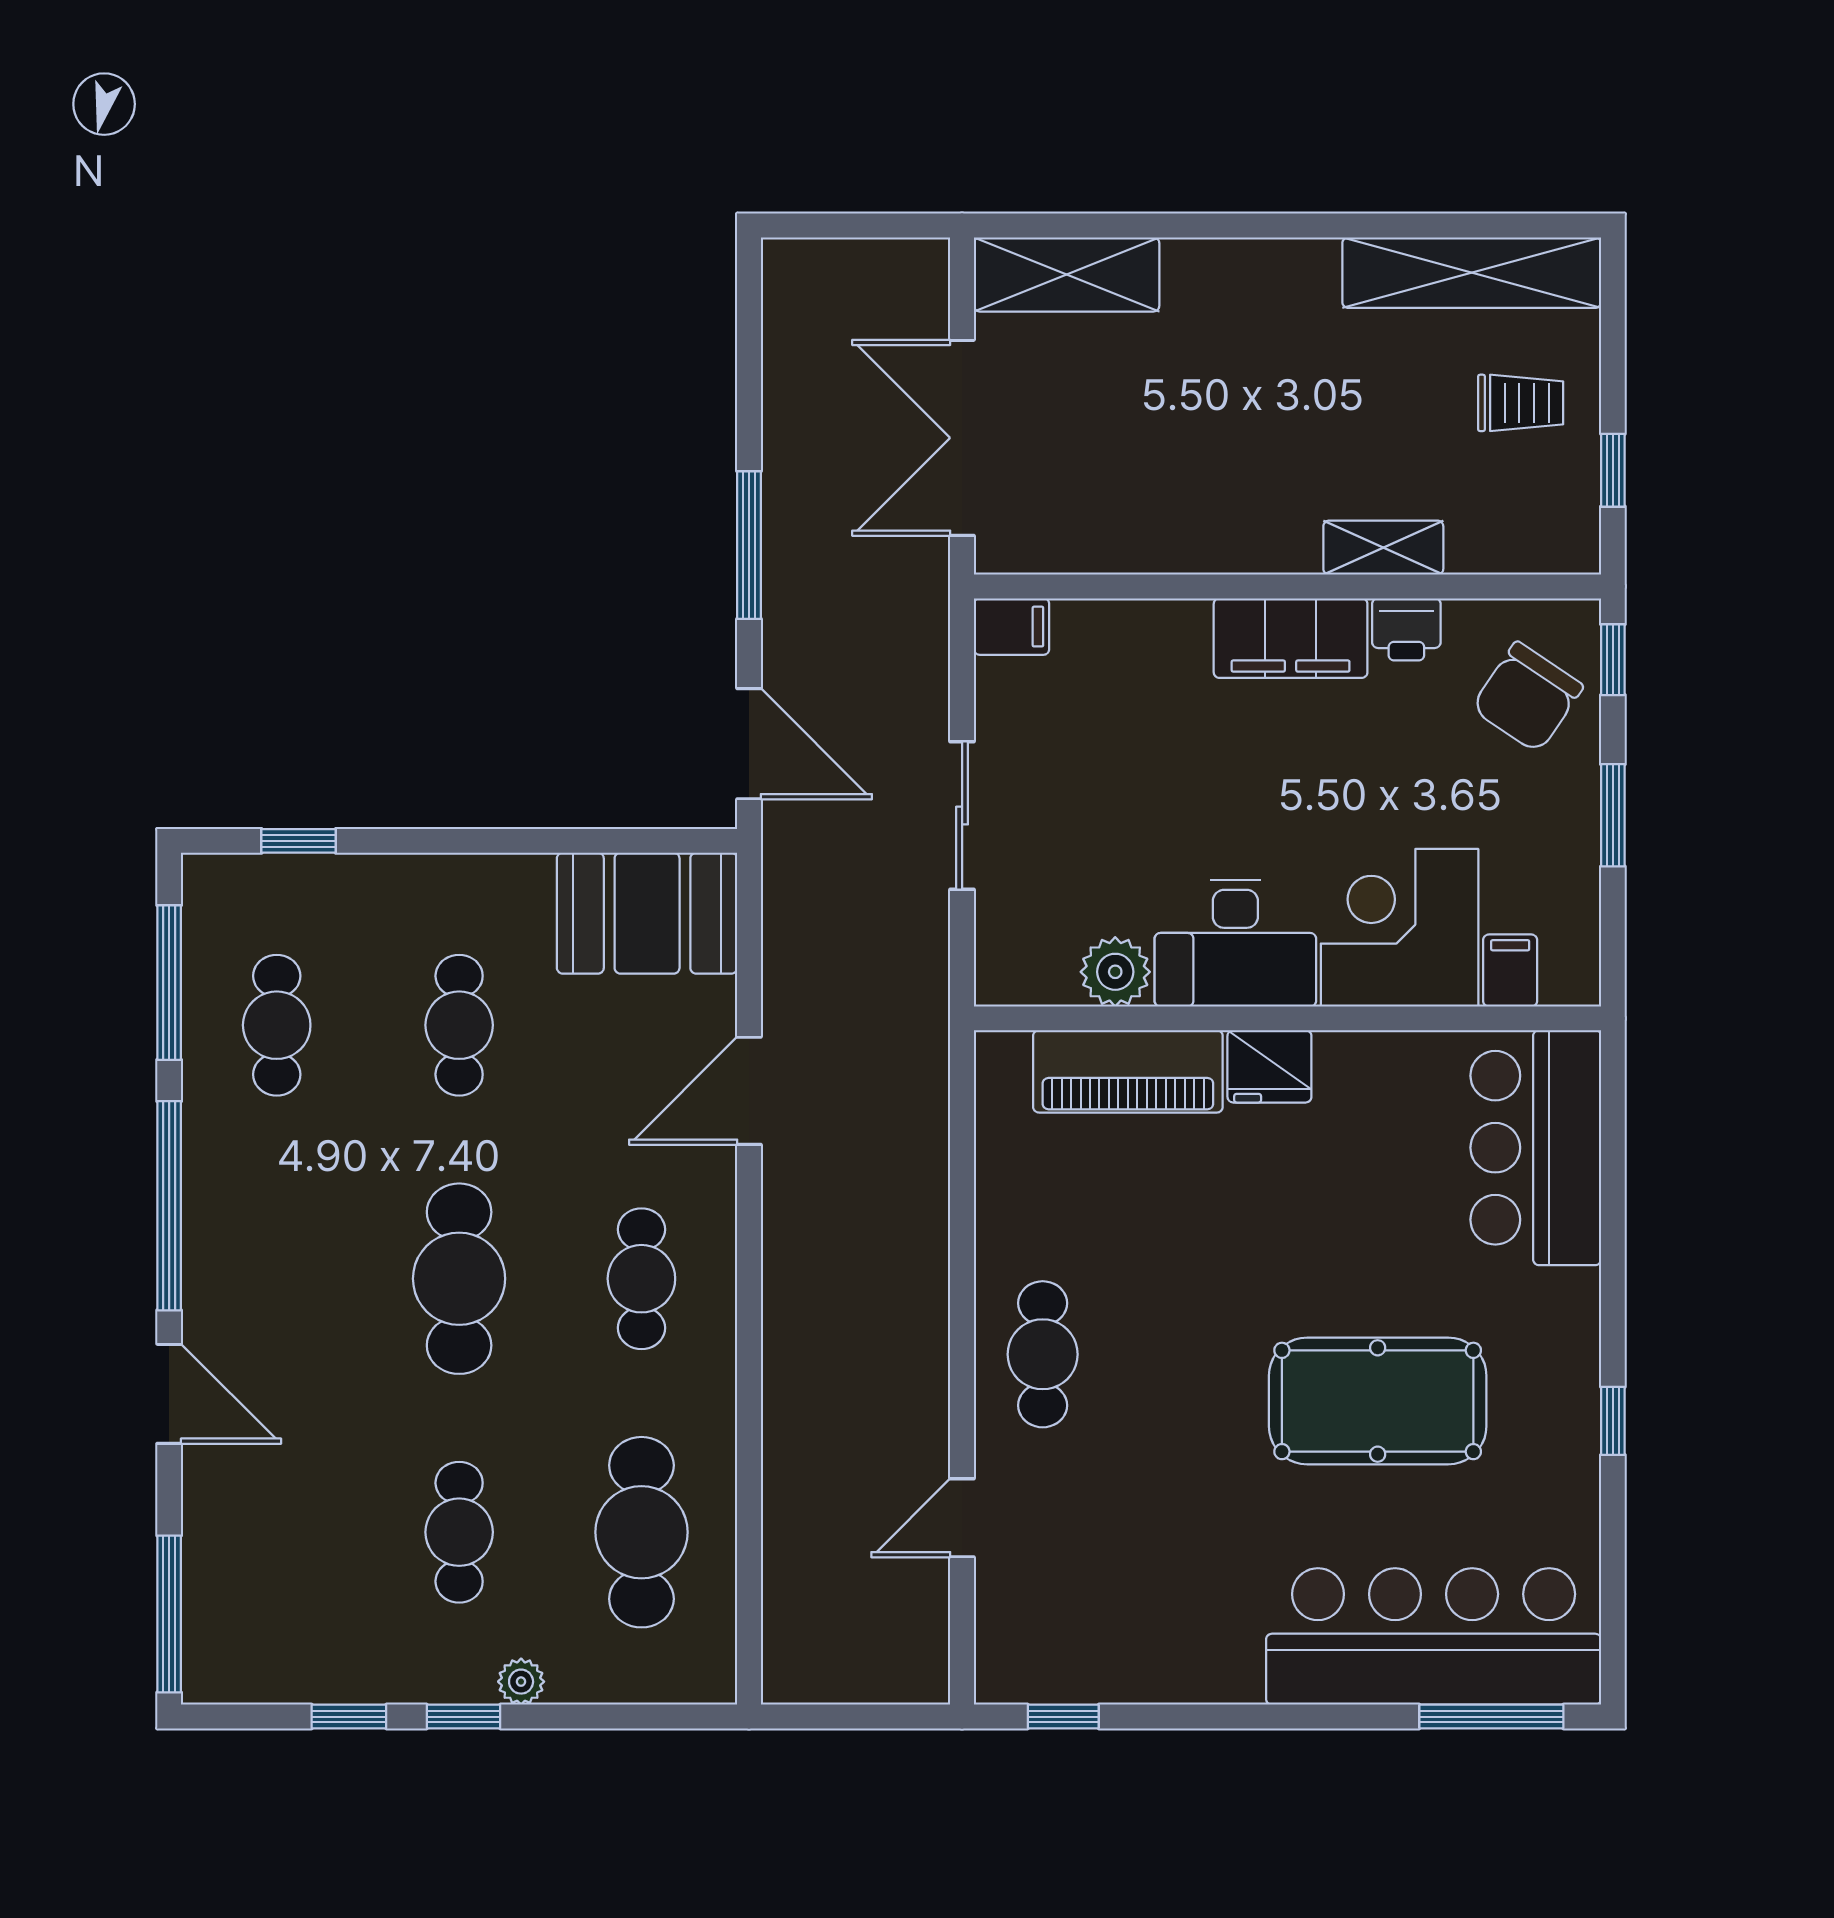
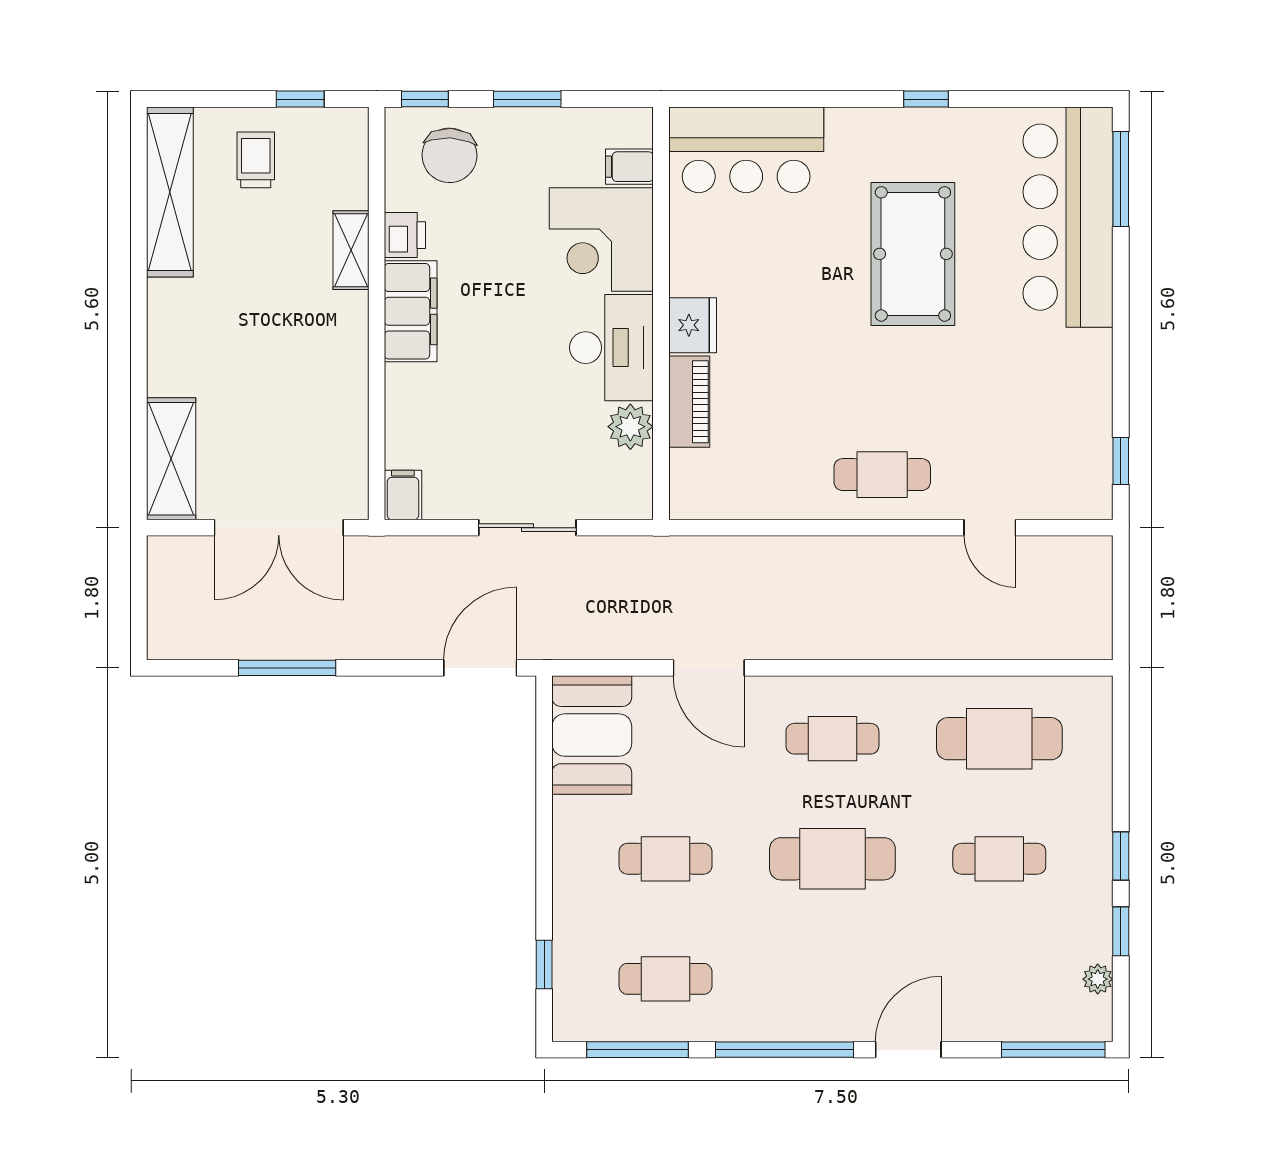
window: (749, 545) -> (287, 668), moved
chair: (1527, 697) -> (449, 155), turned 59
piano: (1128, 1071) -> (689, 402), width x0.73, depth x0.75
plant: (521, 1682) -> (1098, 979), moved

